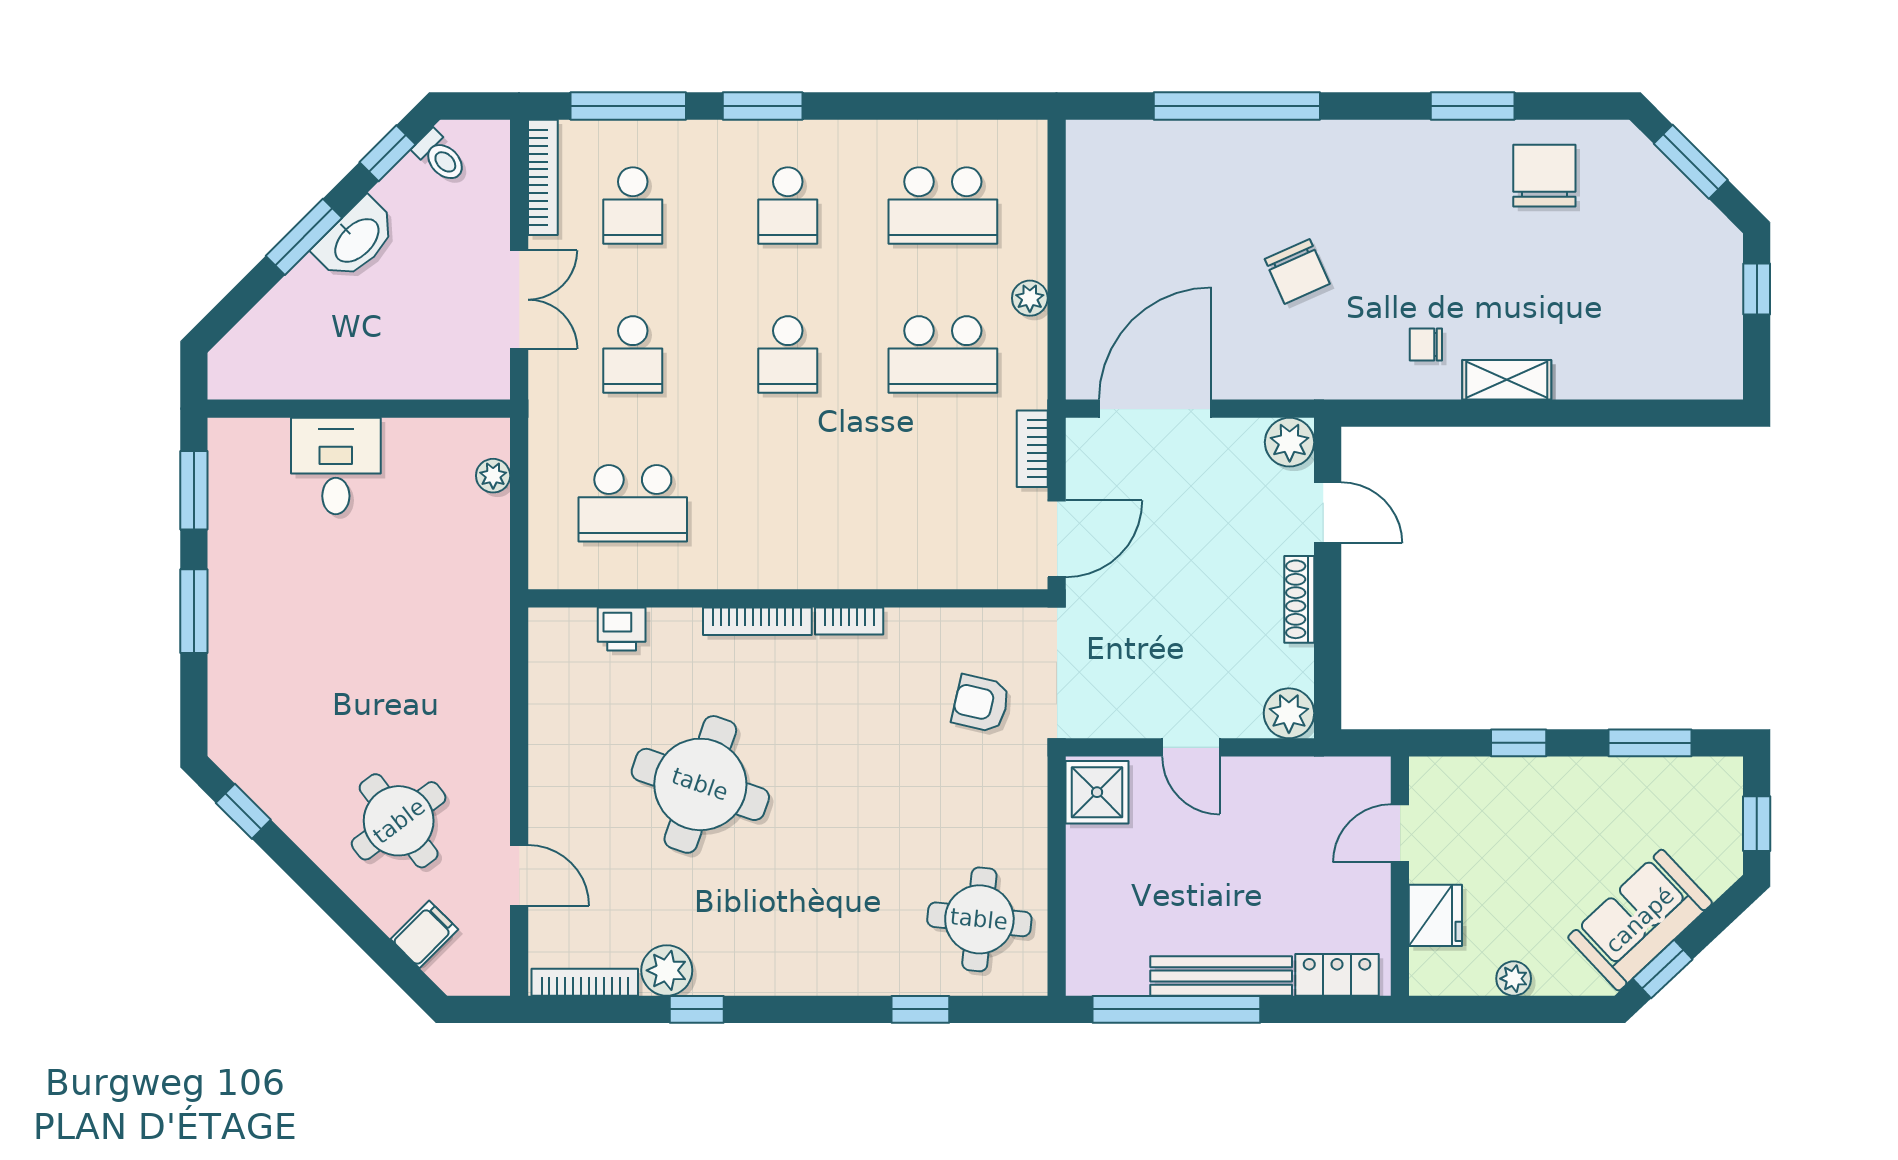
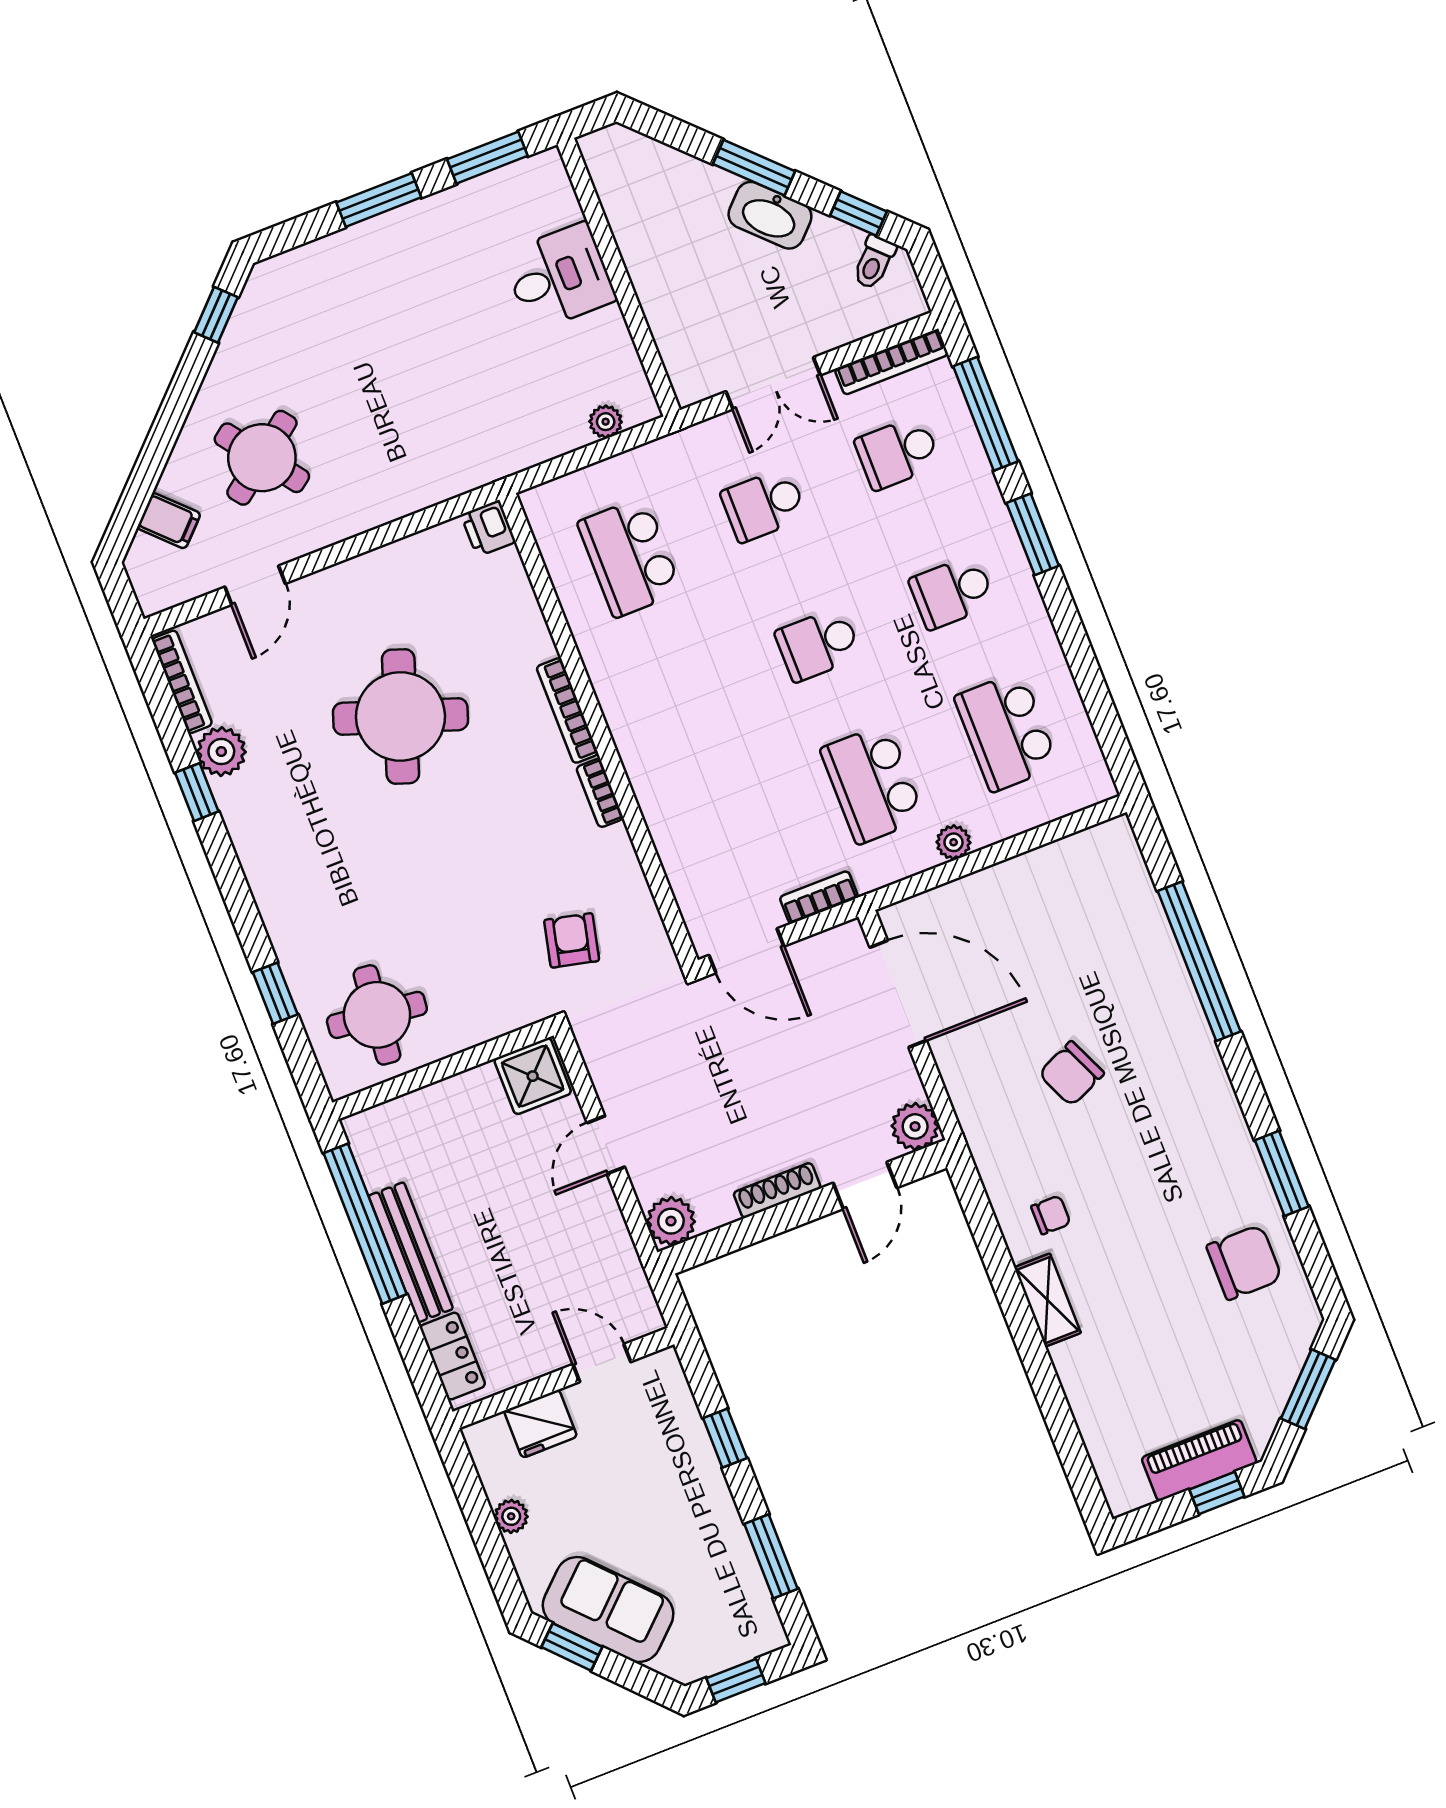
piano: (1718, 294) -> (1199, 1460), added
chair: (1426, 344) -> (1051, 1215), turned 90
printer: (622, 629) -> (488, 528), moved

